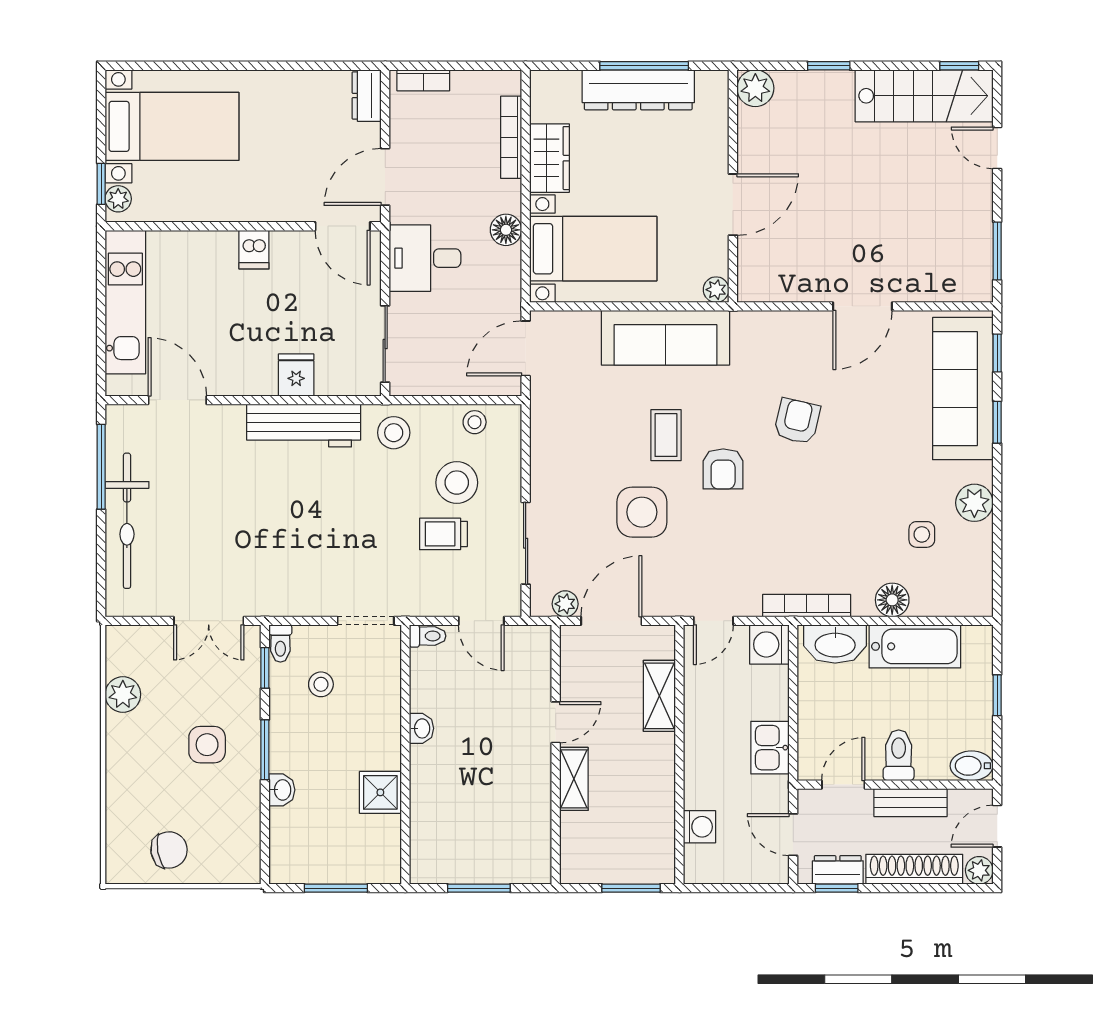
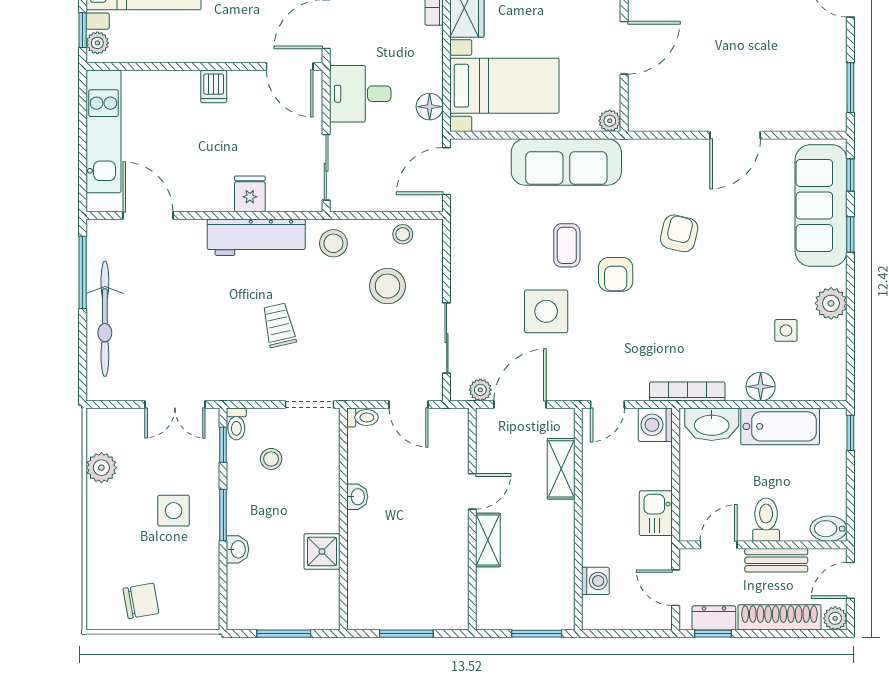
floor lamp: (506, 230) -> (430, 107), moved
trolley: (443, 534) -> (279, 325), moved, turned 77
window: (997, 695) -> (850, 433), moved

